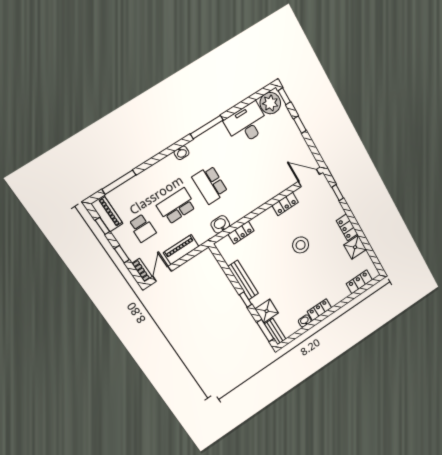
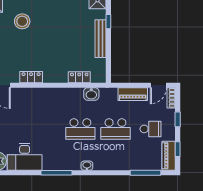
school desk: (210, 185) -> (80, 129), turned 90
school desk: (142, 228) -> (151, 129), turned 90
stool: (301, 245) -> (22, 21), moved

